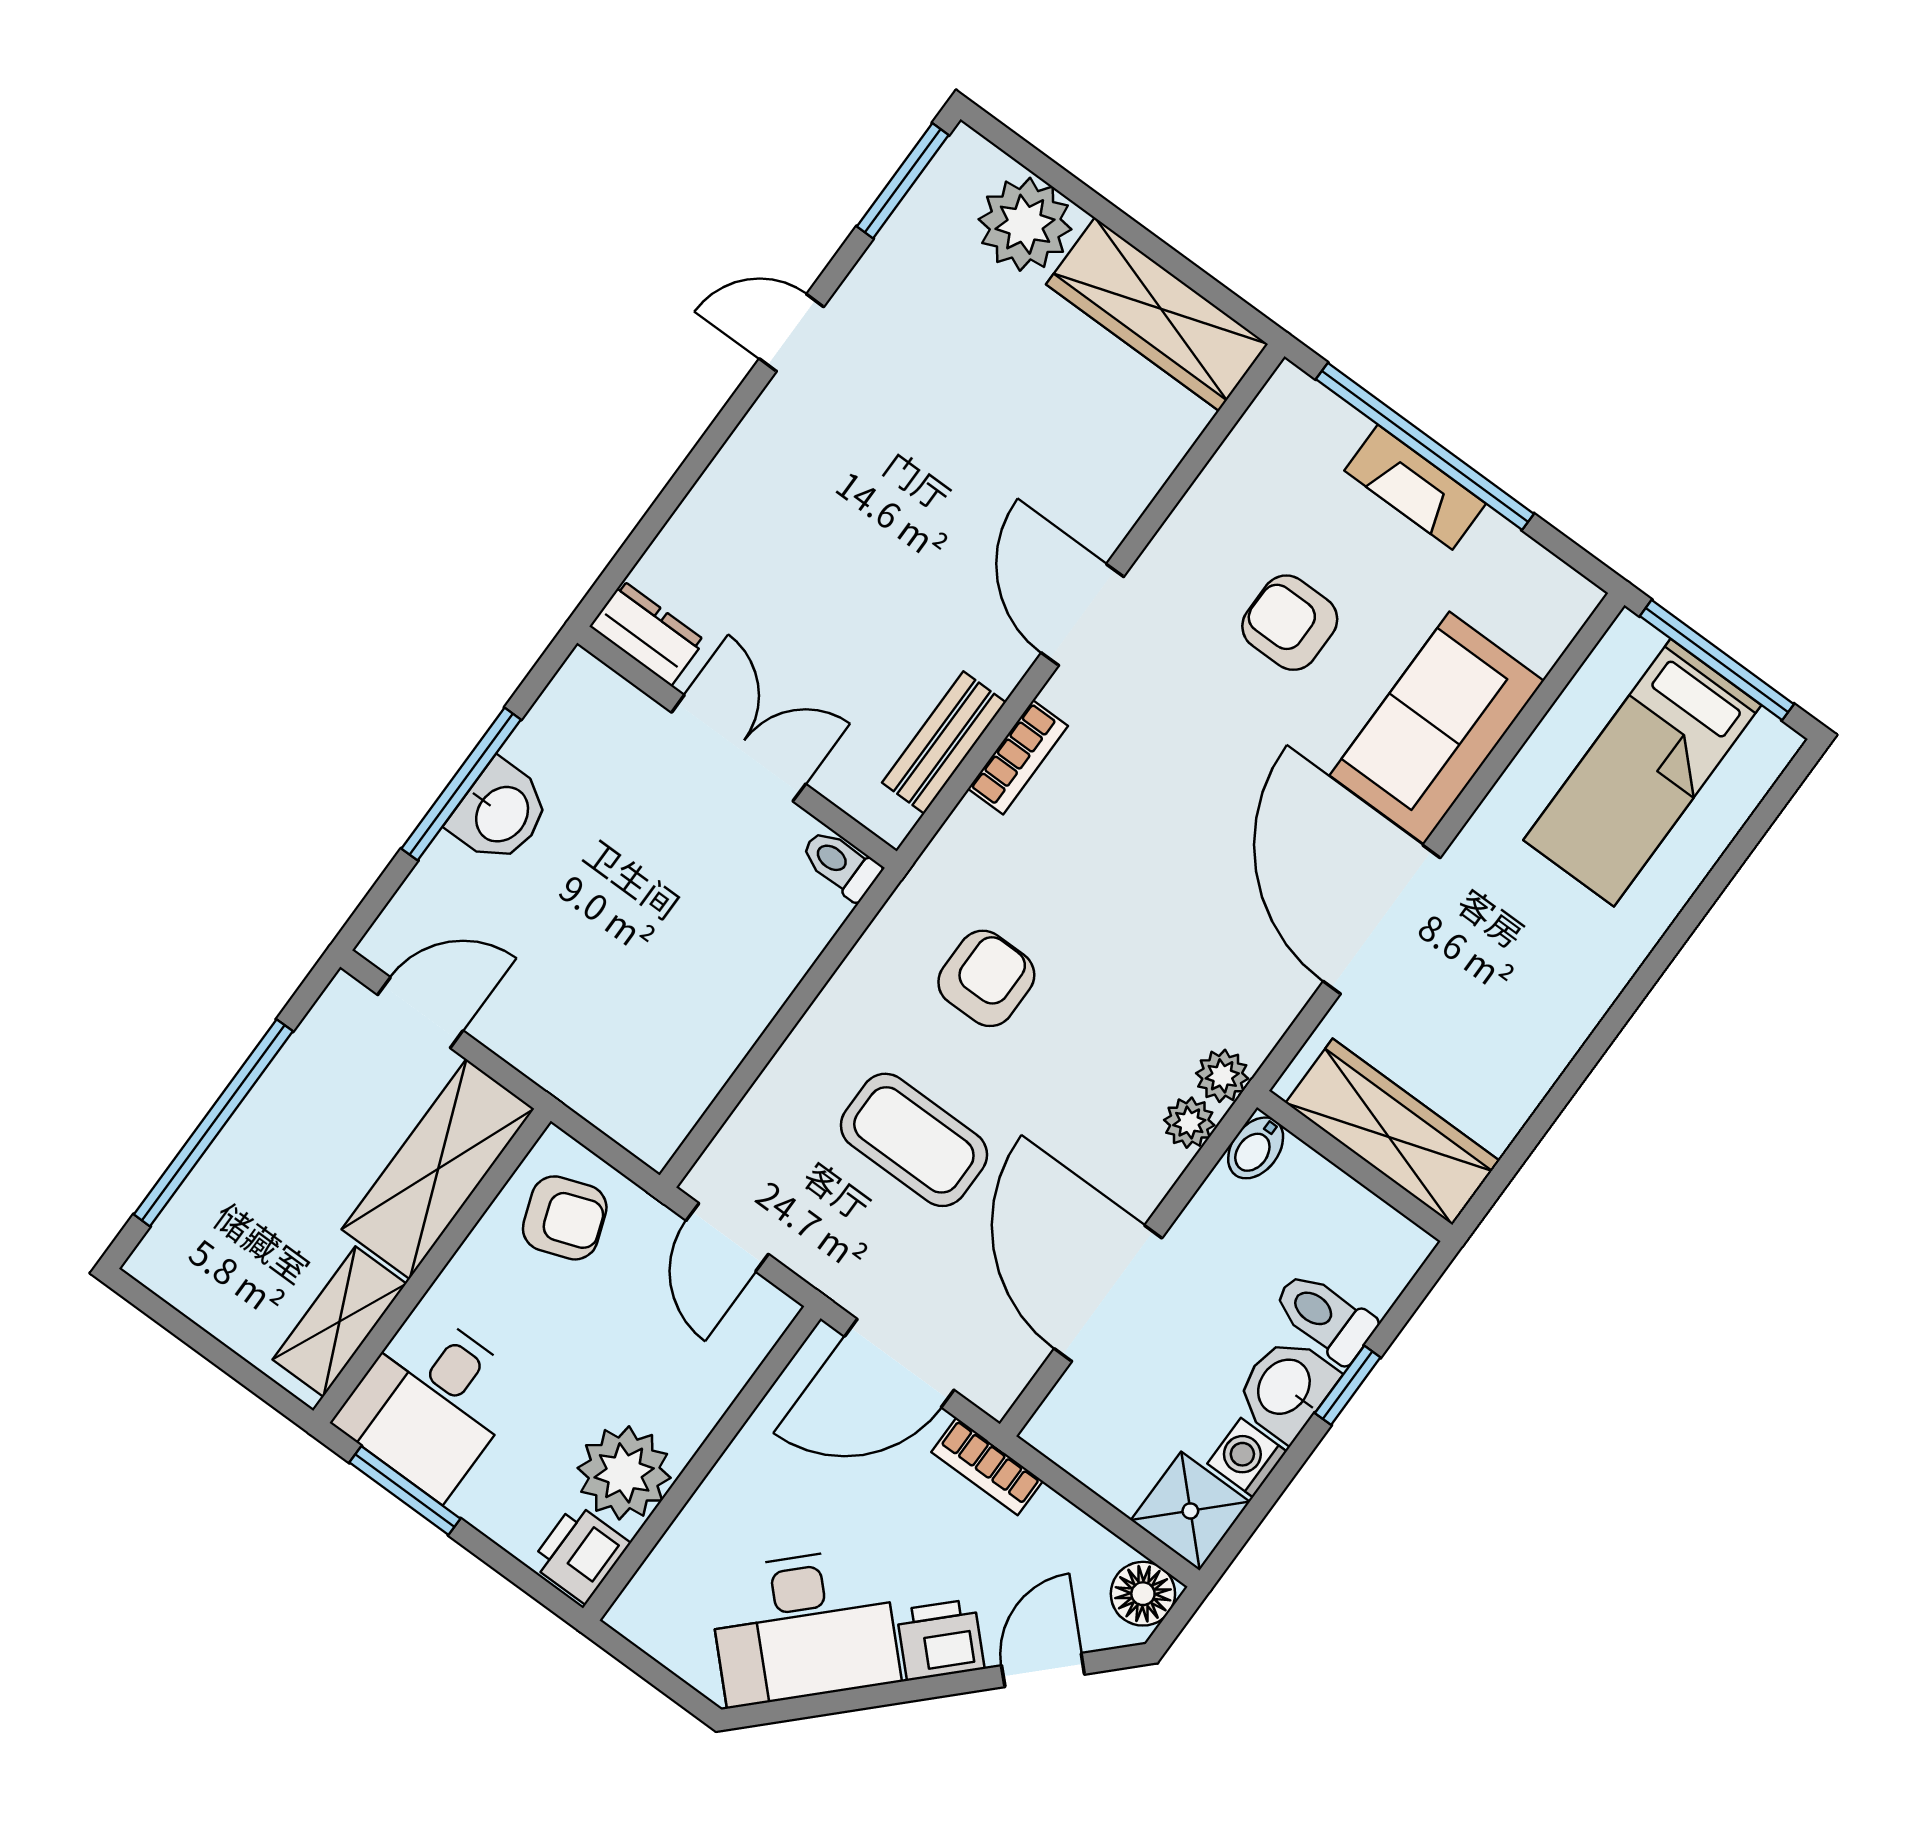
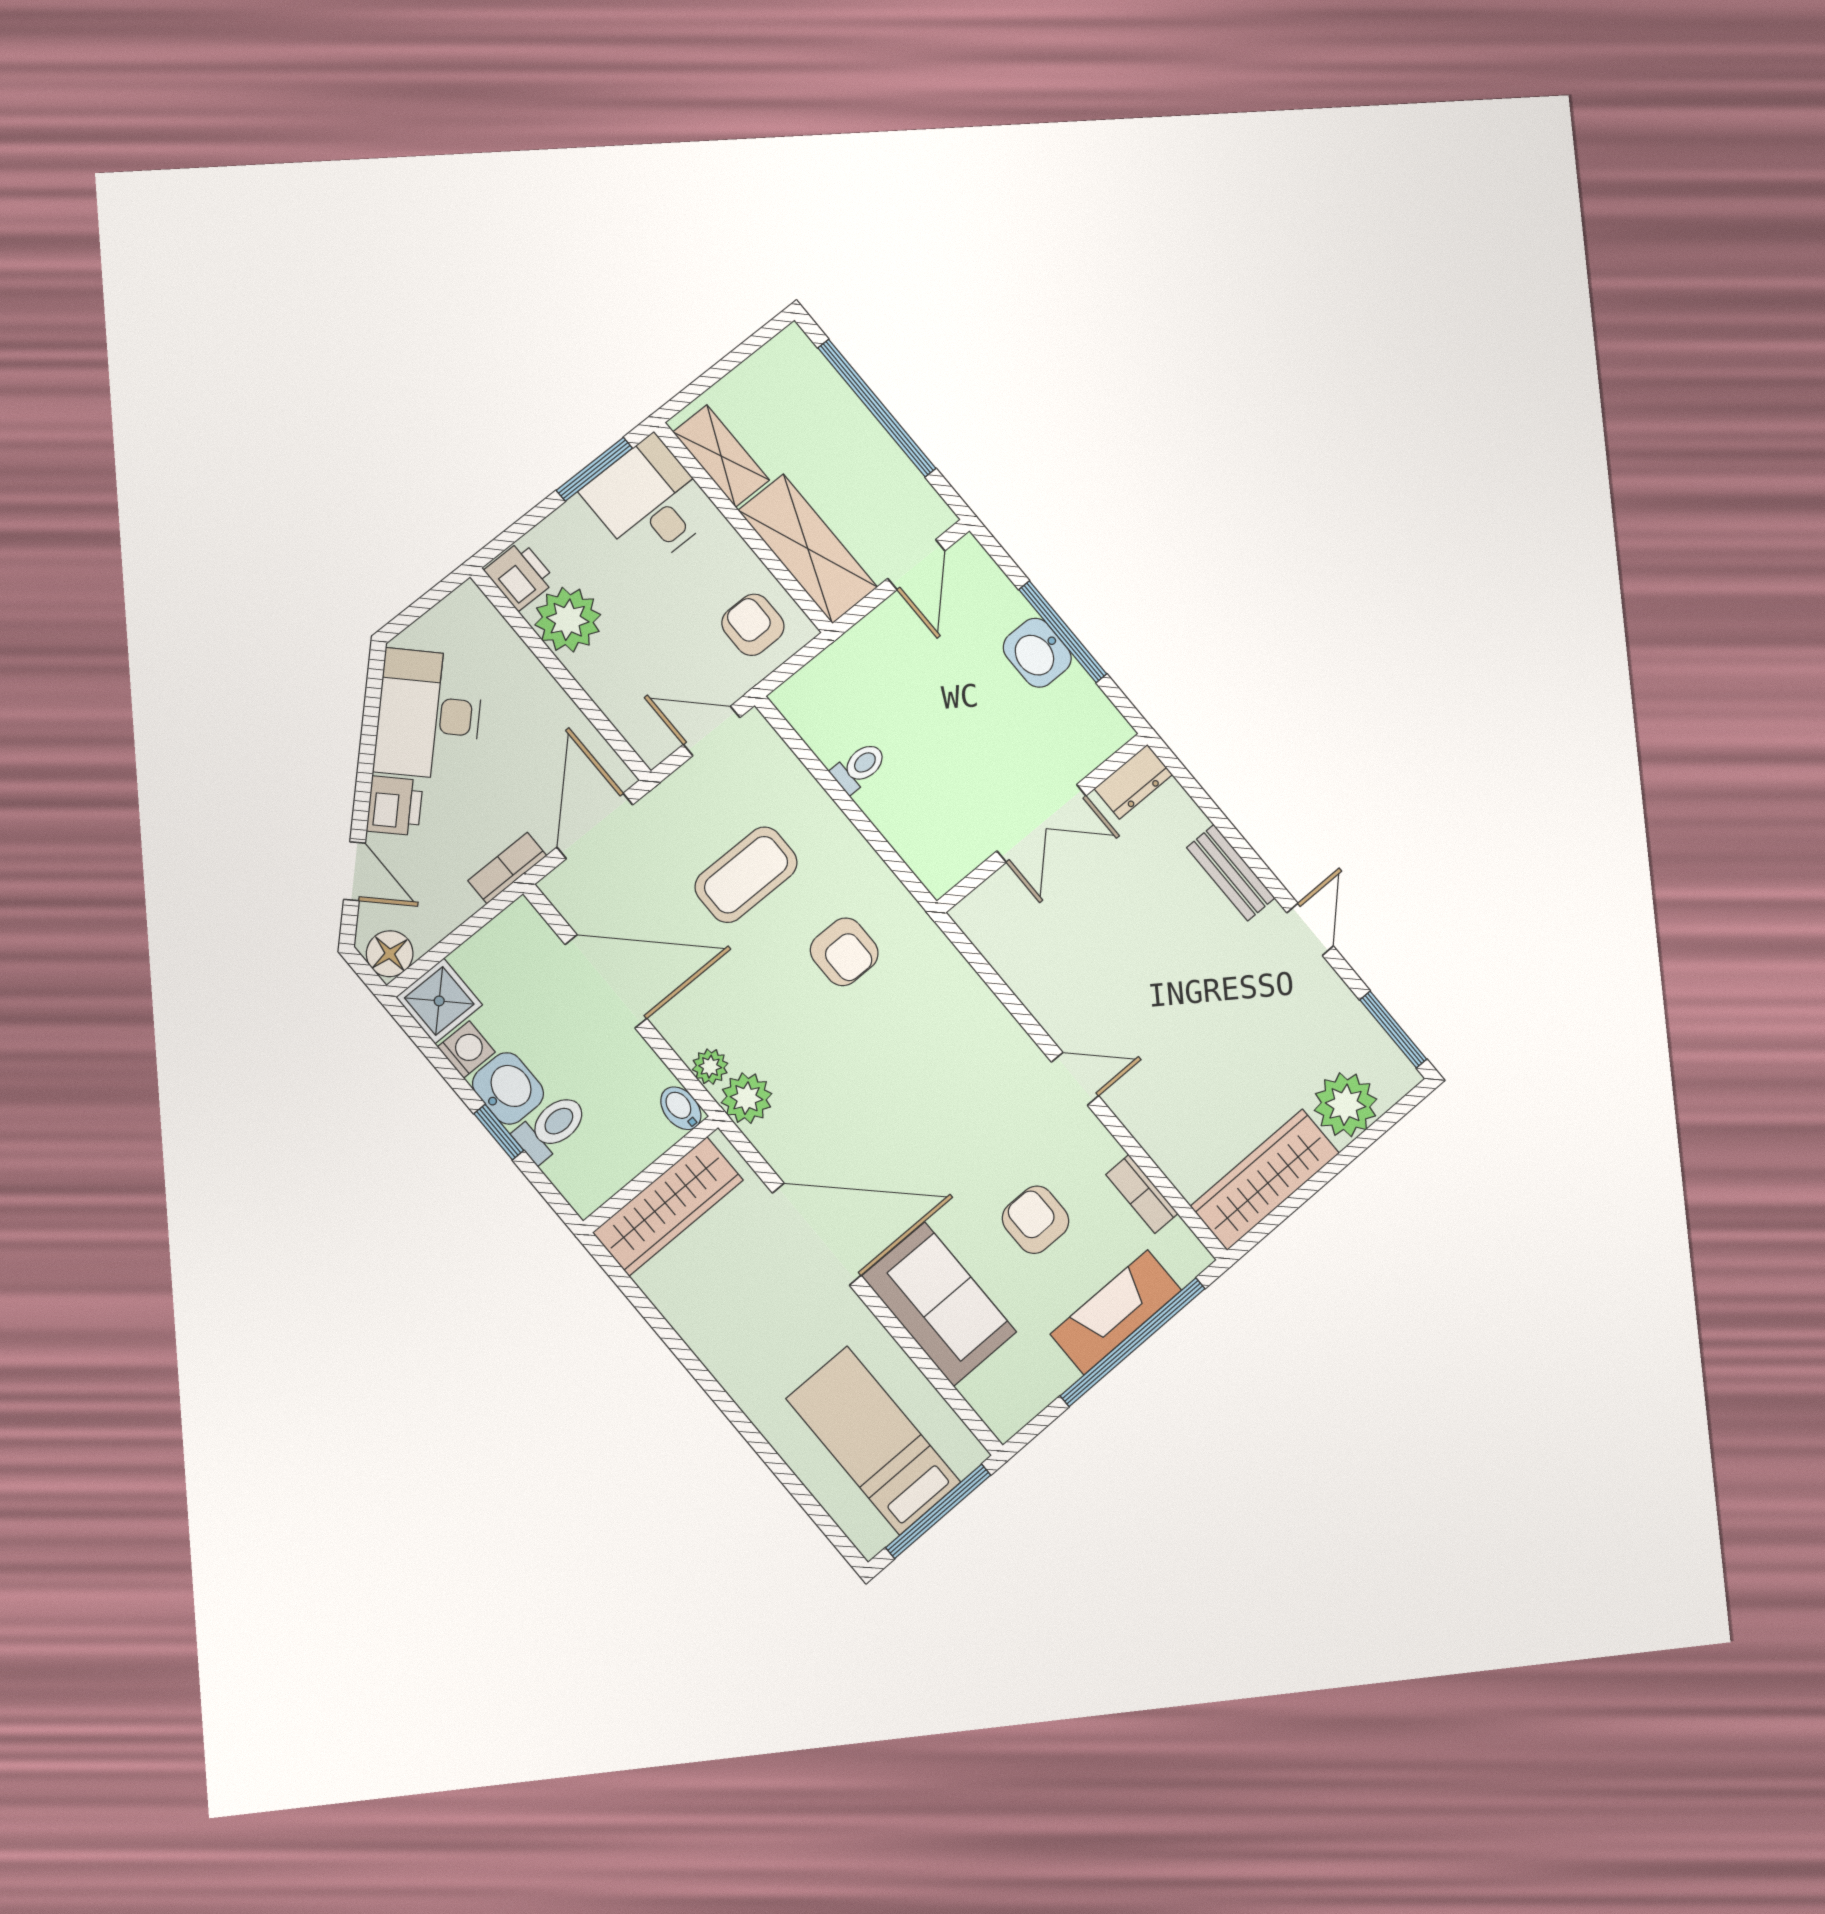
fireplace: (1415, 487) -> (1116, 1312), width x1.37, depth x1.32
door: (1083, 615) -> (1075, 1079), width x0.73
armchair: (1290, 623) -> (1036, 1220), turned -90
bench: (944, 742) -> (1231, 873), moved
bookcase: (1018, 757) -> (1142, 1194), moved
toilet: (840, 864) -> (859, 767), moved
plant: (1222, 1076) -> (747, 1098), width x1.38, depth x1.38
armchair: (565, 1218) -> (753, 625), turned 110

